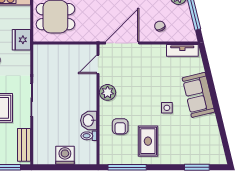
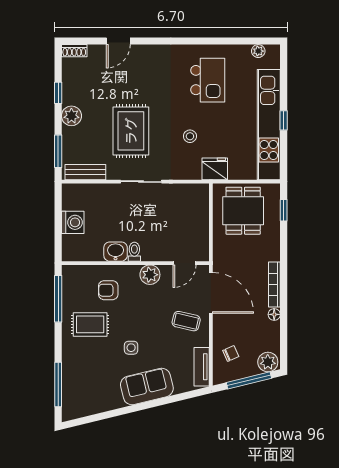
chair: (160, 26) -> (231, 354), moved
coffee table: (145, 63) -> (186, 321), added
door: (98, 64) -> (185, 263), swing flipped
toilet: (89, 136) -> (134, 252), moved
window: (197, 167) -> (58, 384), width x1.44

